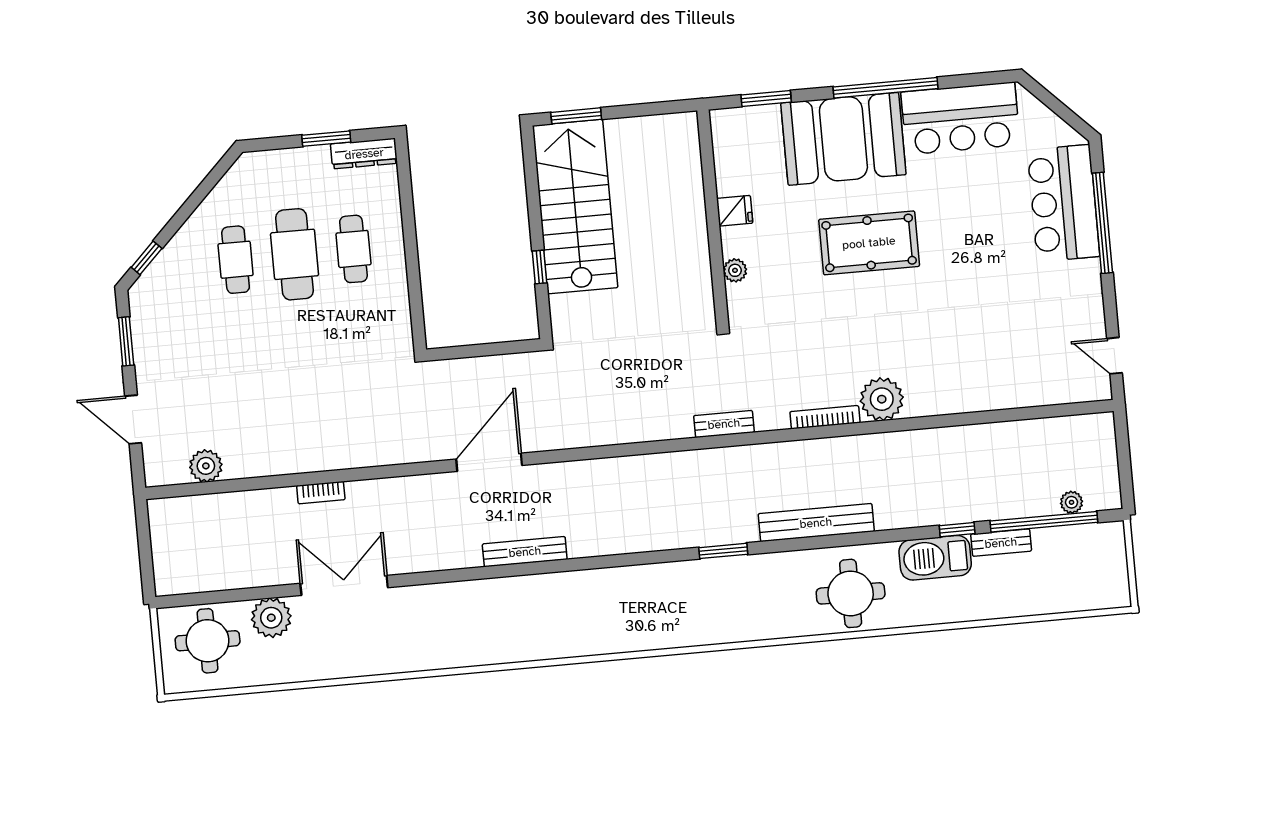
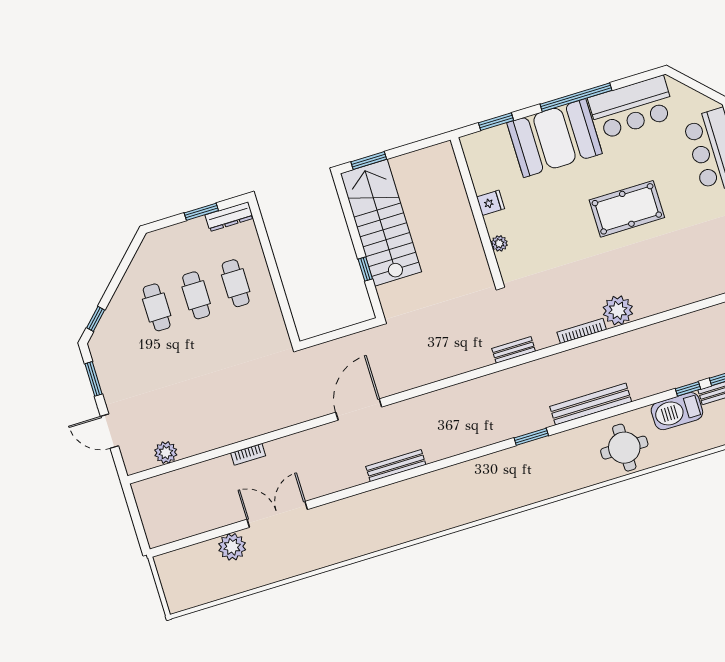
pool table: (869, 243) -> (627, 209), moved
cafe table: (295, 254) -> (196, 295), width x0.73, depth x0.74
round table: (208, 641) -> (192, 572), removed

